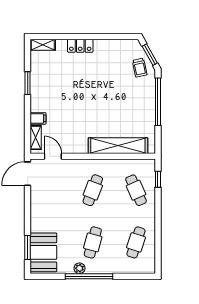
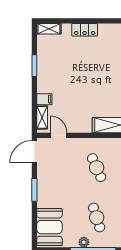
cafe table: (93, 190) -> (97, 168), turned -45
cafe table: (93, 242) -> (97, 218), turned -33
window: (28, 248) -> (34, 190), moved

